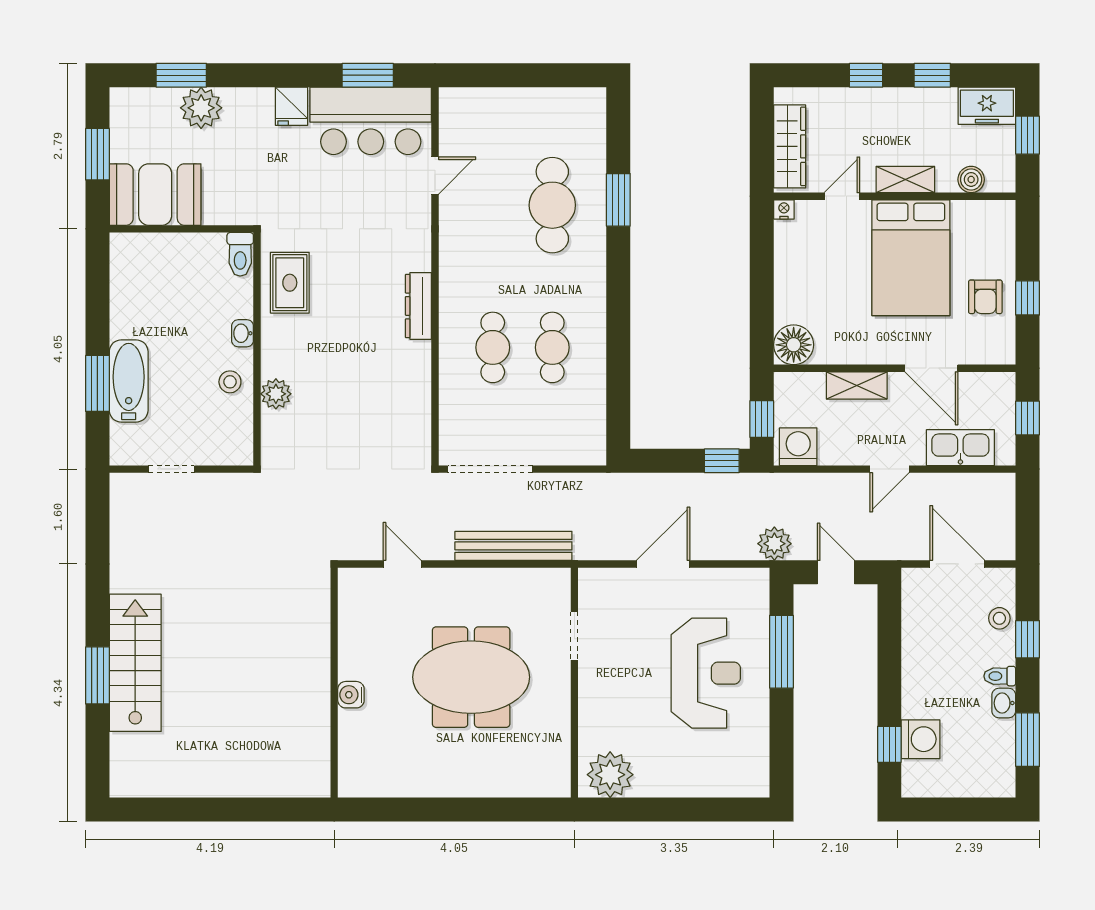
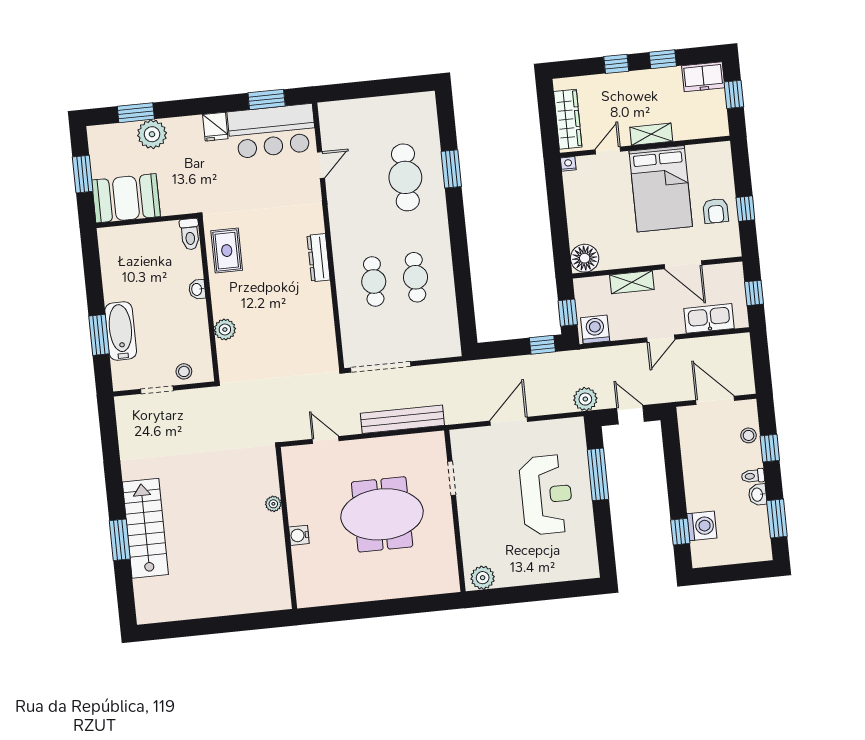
boiler: (971, 179) -> (697, 130), removed
stool: (230, 382) -> (184, 371), moved
plant: (319, 647) -> (273, 504), added
plant: (610, 775) -> (483, 578), width x0.73, depth x0.73

